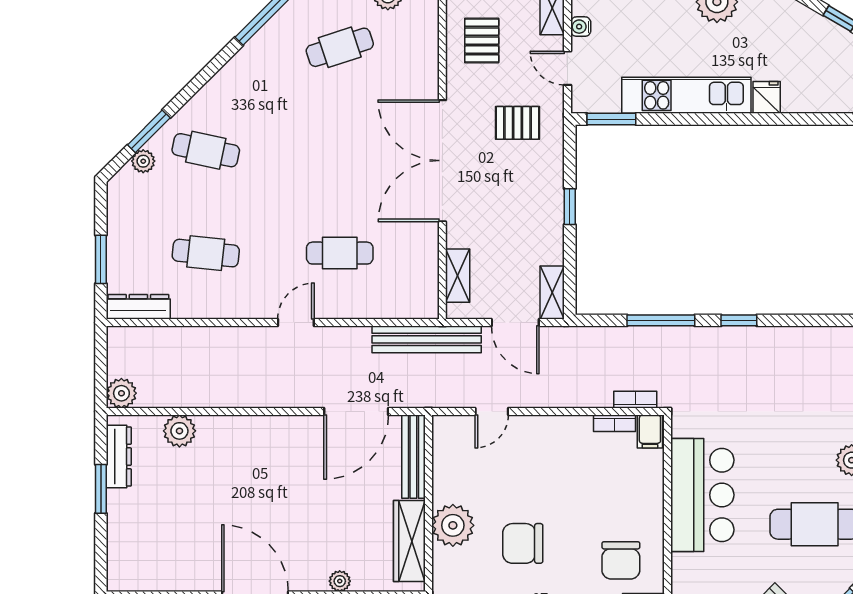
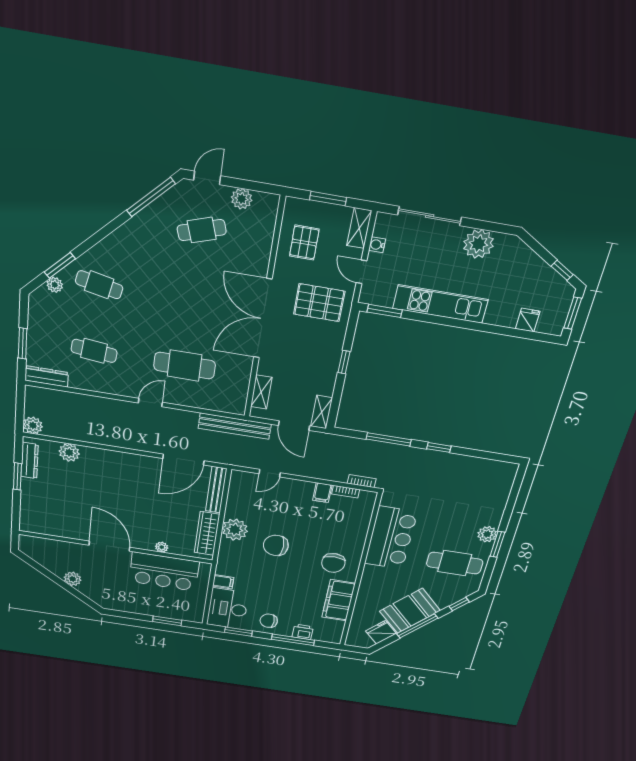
fridge: (767, 97) -> (528, 320), moved
pallet: (517, 123) -> (319, 303), width x1.50, depth x1.42
cafe table: (340, 253) -> (185, 366), width x1.37, depth x1.35
filing cabinet: (650, 432) -> (322, 493), moved

